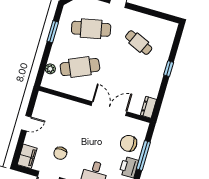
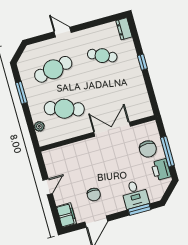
cafe table: (80, 67) -> (64, 109), turned 42
dresser: (148, 107) -> (124, 29), moved
chair: (129, 143) -> (148, 149), turned -90

